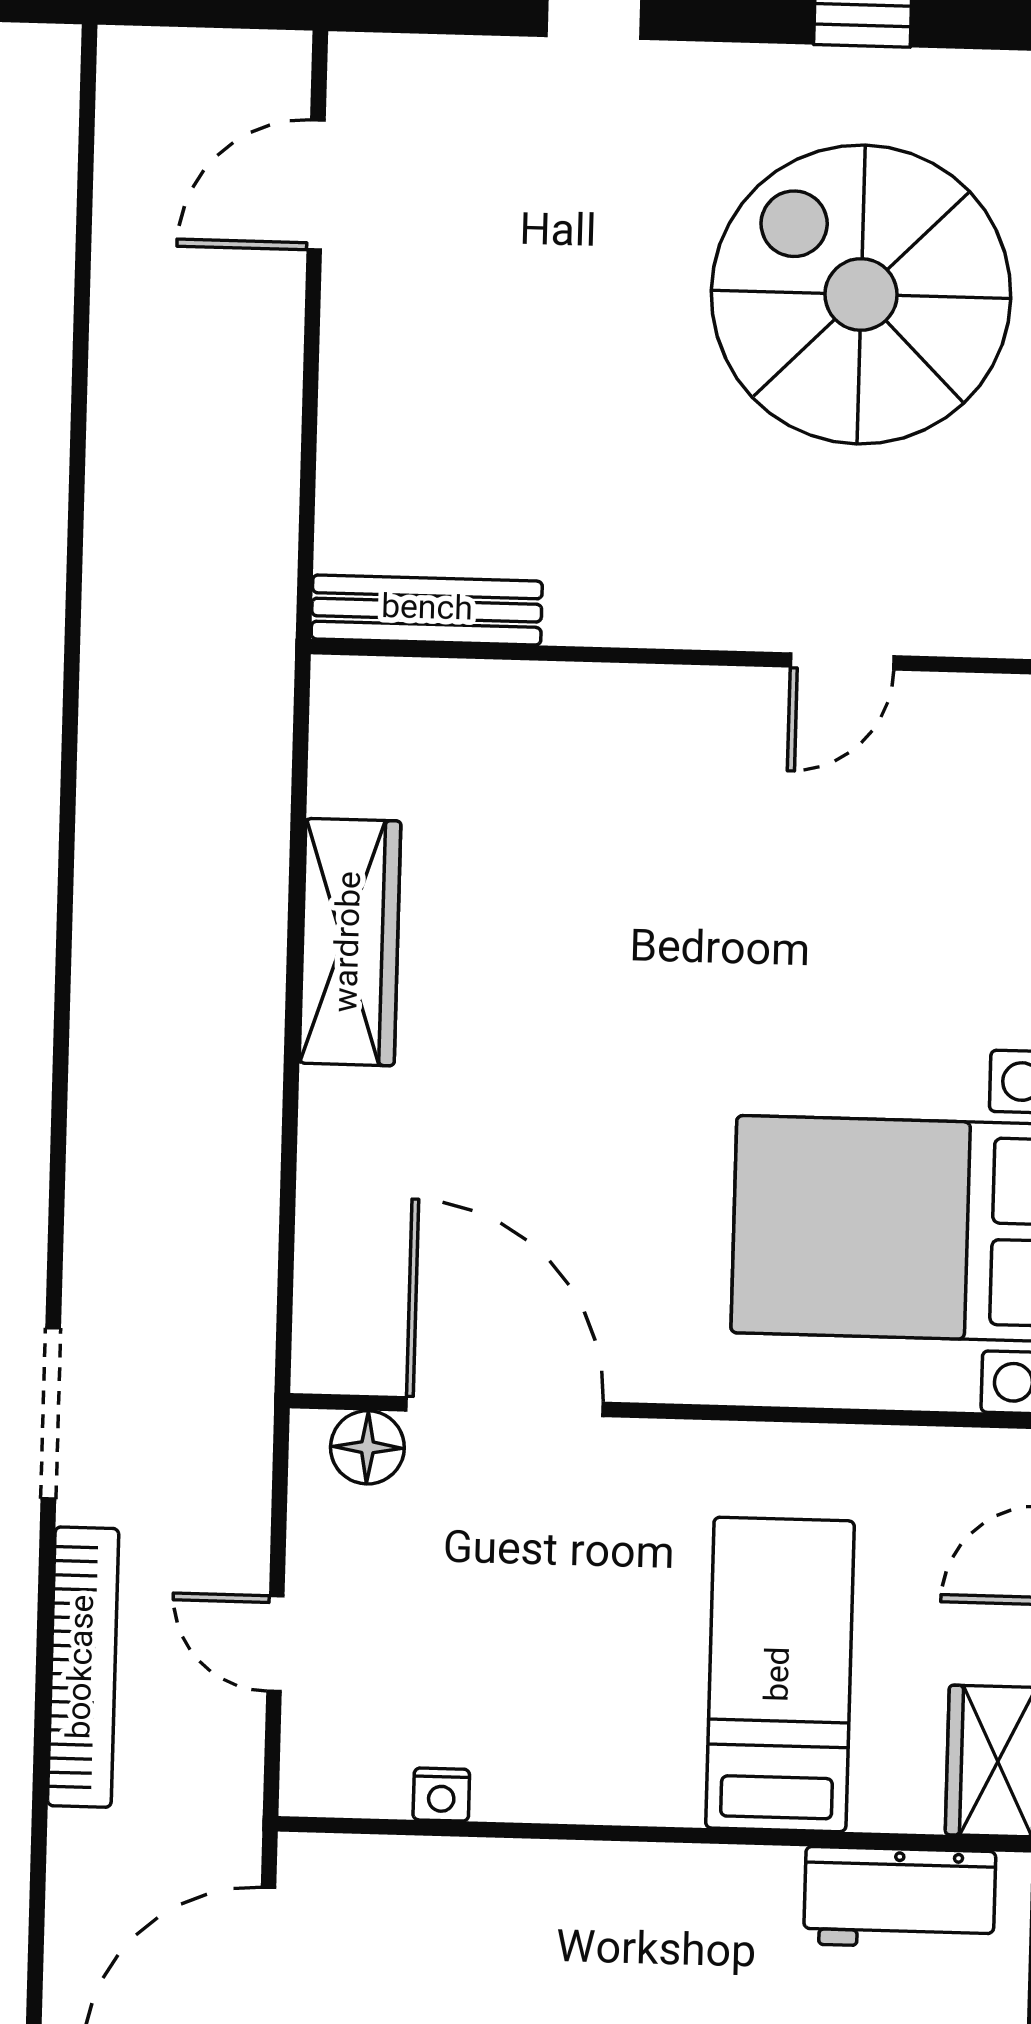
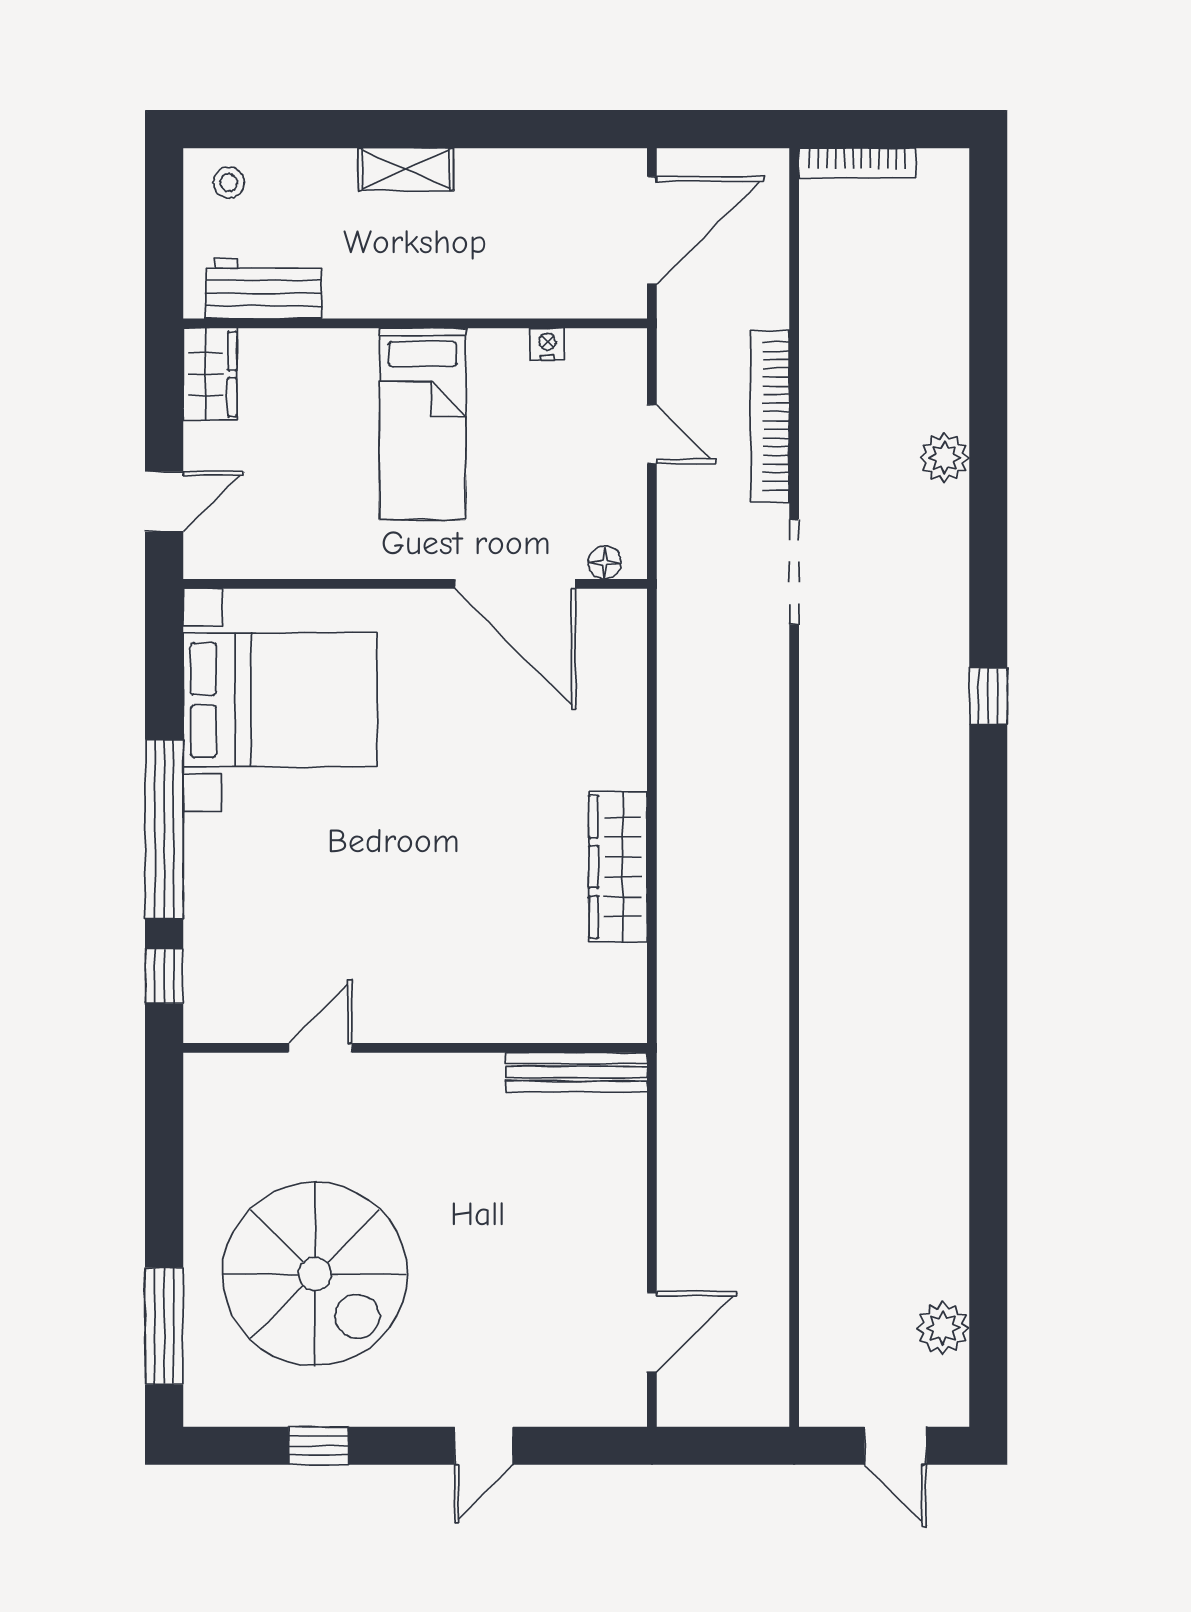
floor lamp: (367, 1447) -> (605, 563), width x0.73, depth x0.73
bed: (780, 1674) -> (423, 424), moved

